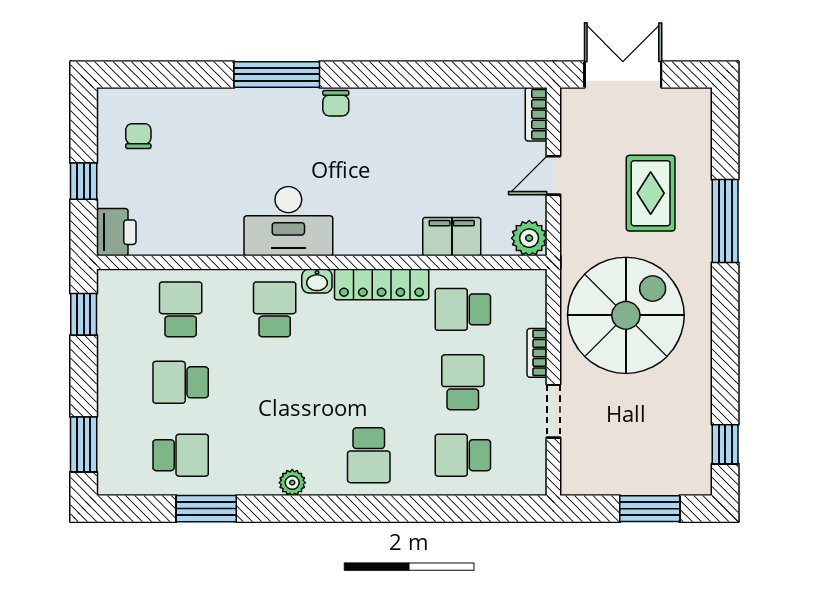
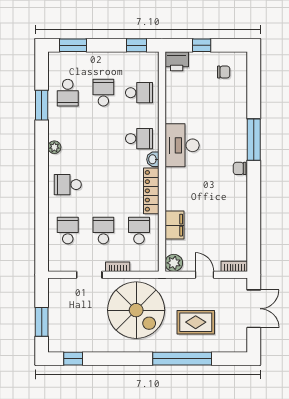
window: (725, 221) -> (182, 359), width x1.46
school desk: (463, 382) -> (103, 230), turned -90

